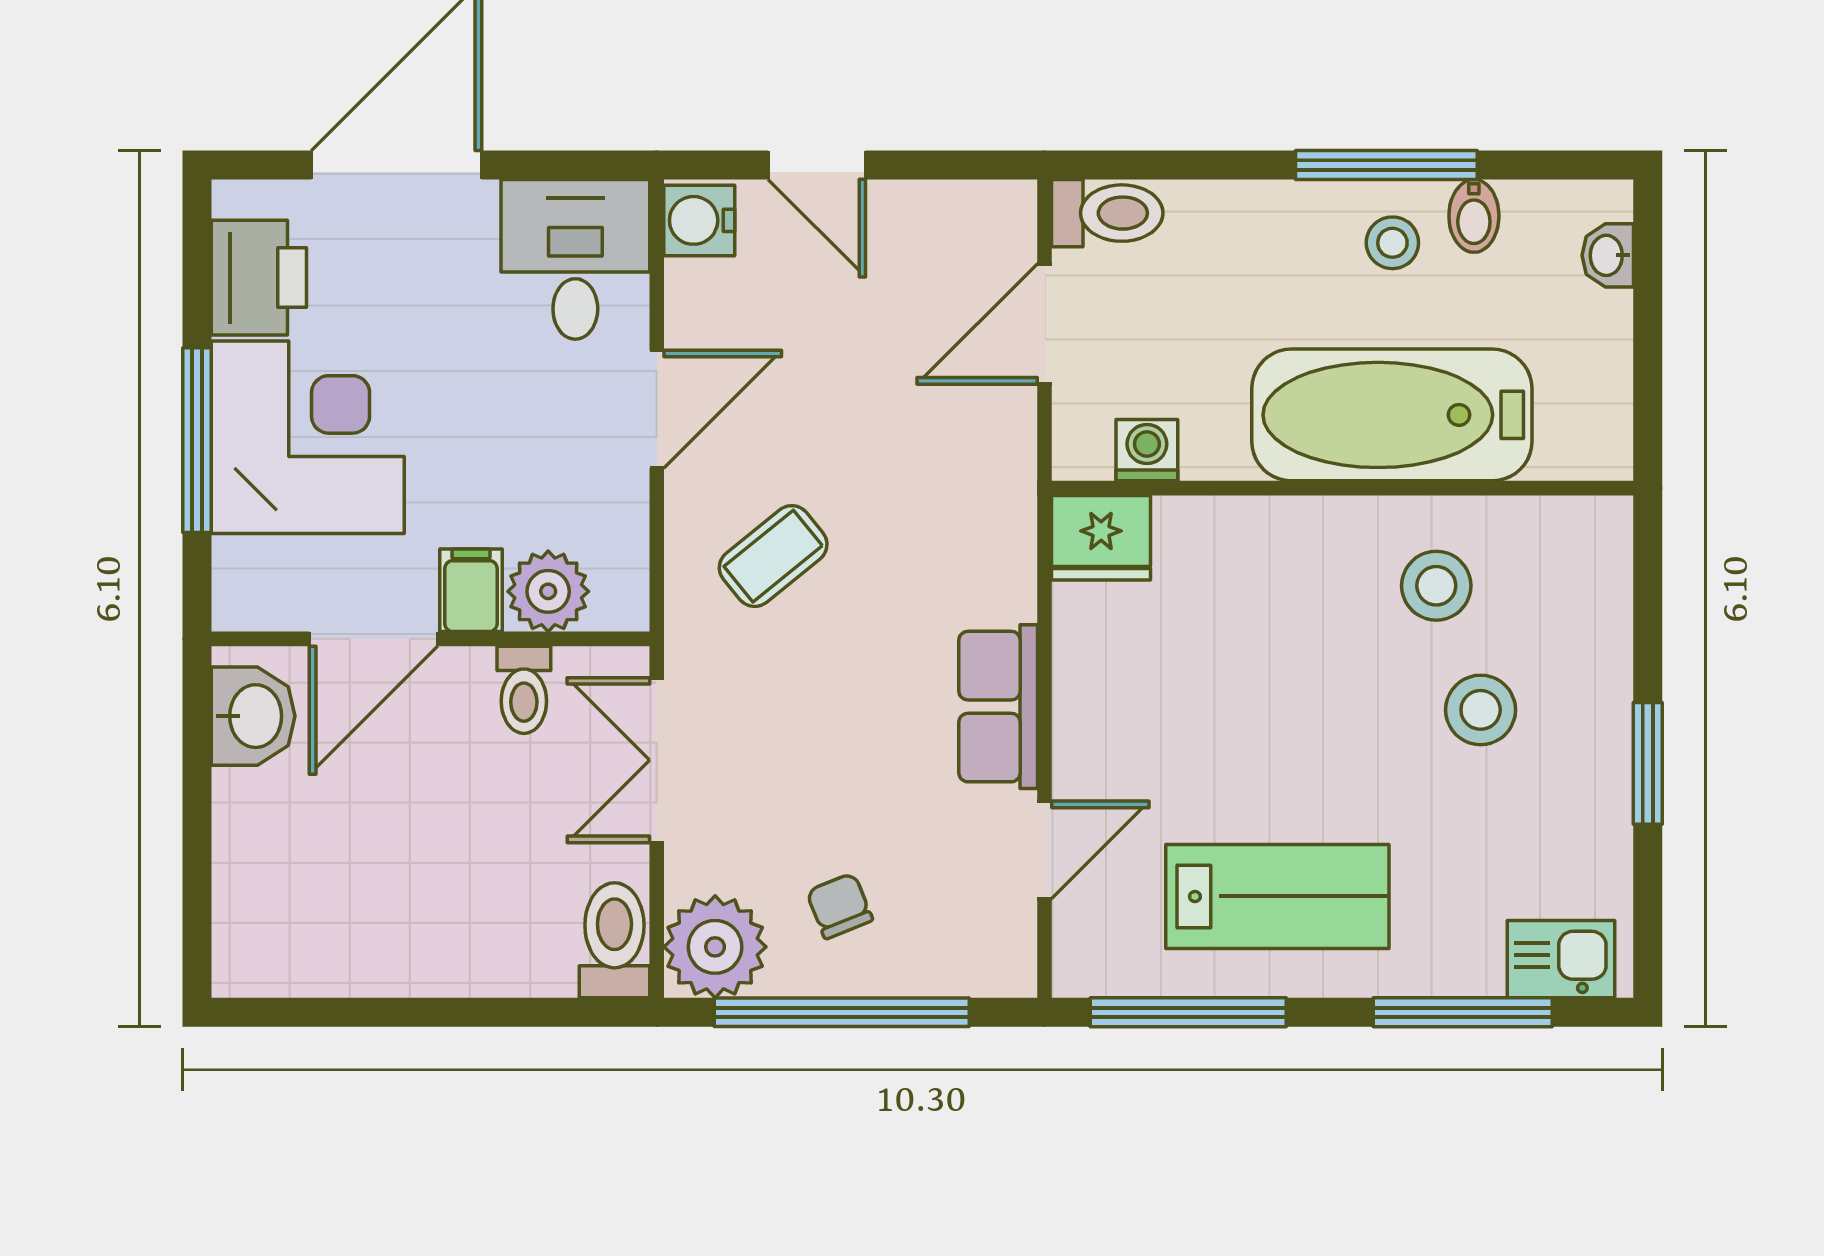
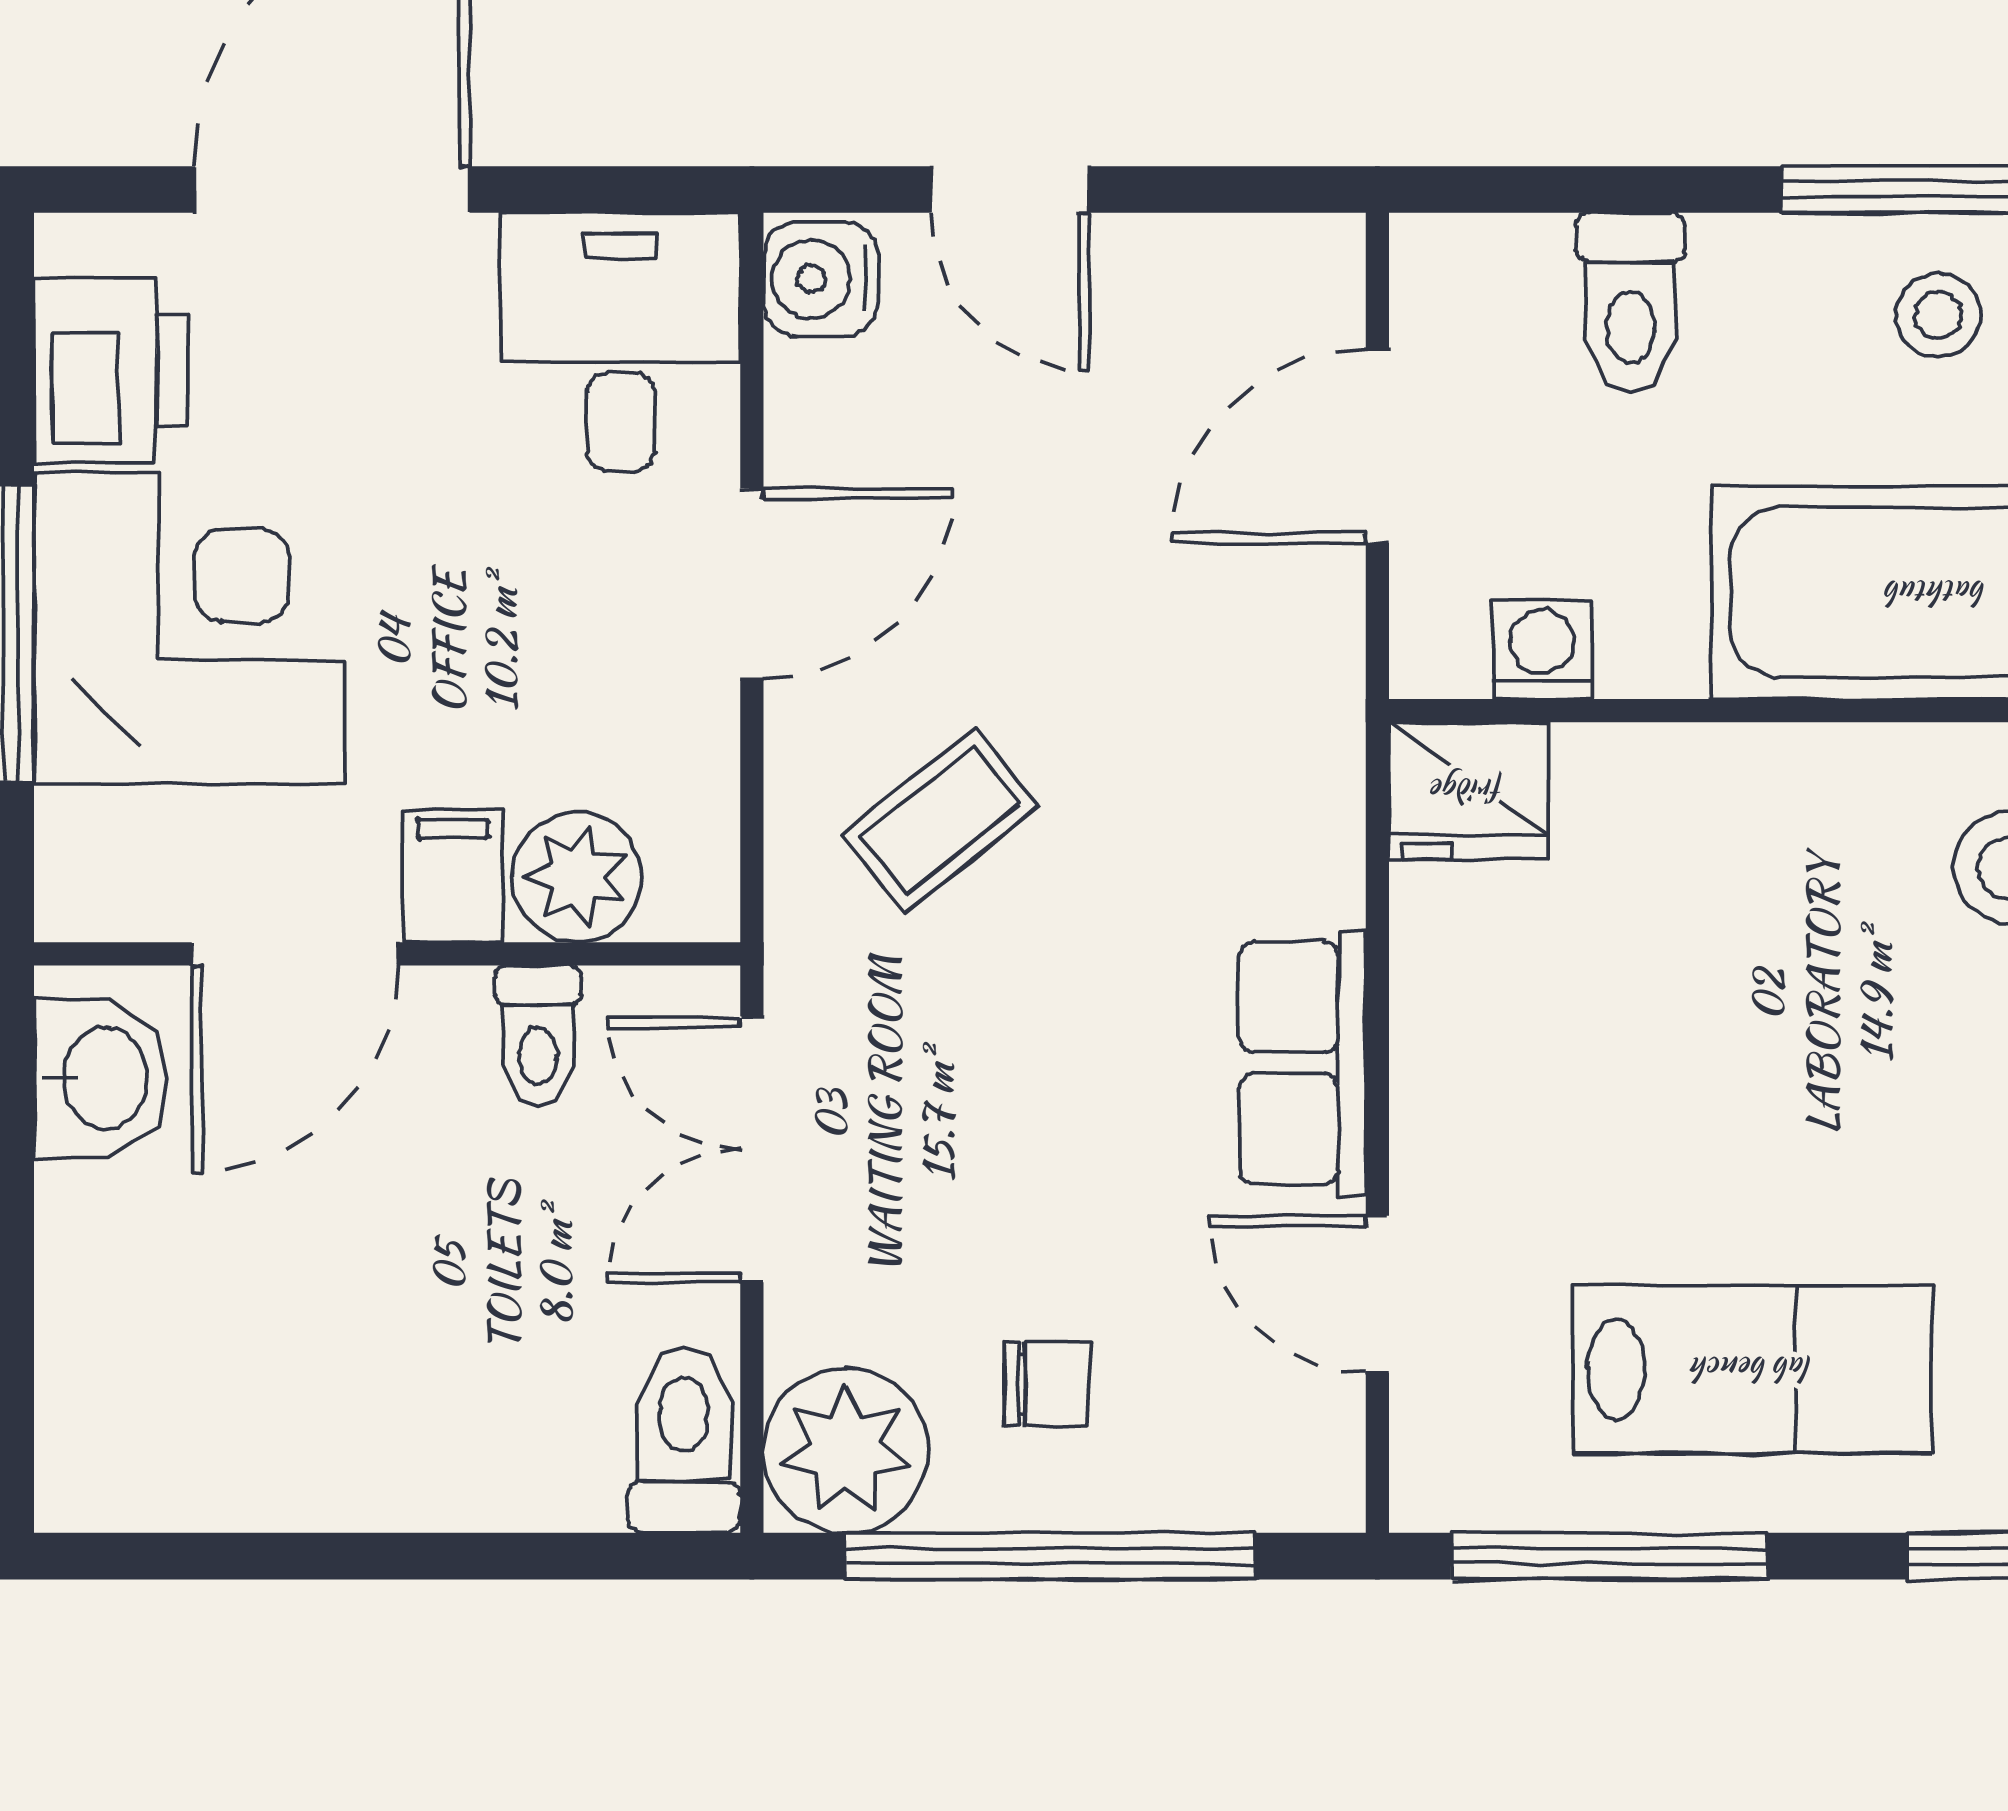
toilet: (1107, 213) -> (1630, 302), moved, turned 90
door: (1045, 850) -> (1377, 1294), swing flipped
chair: (839, 906) -> (1047, 1384), turned 112

